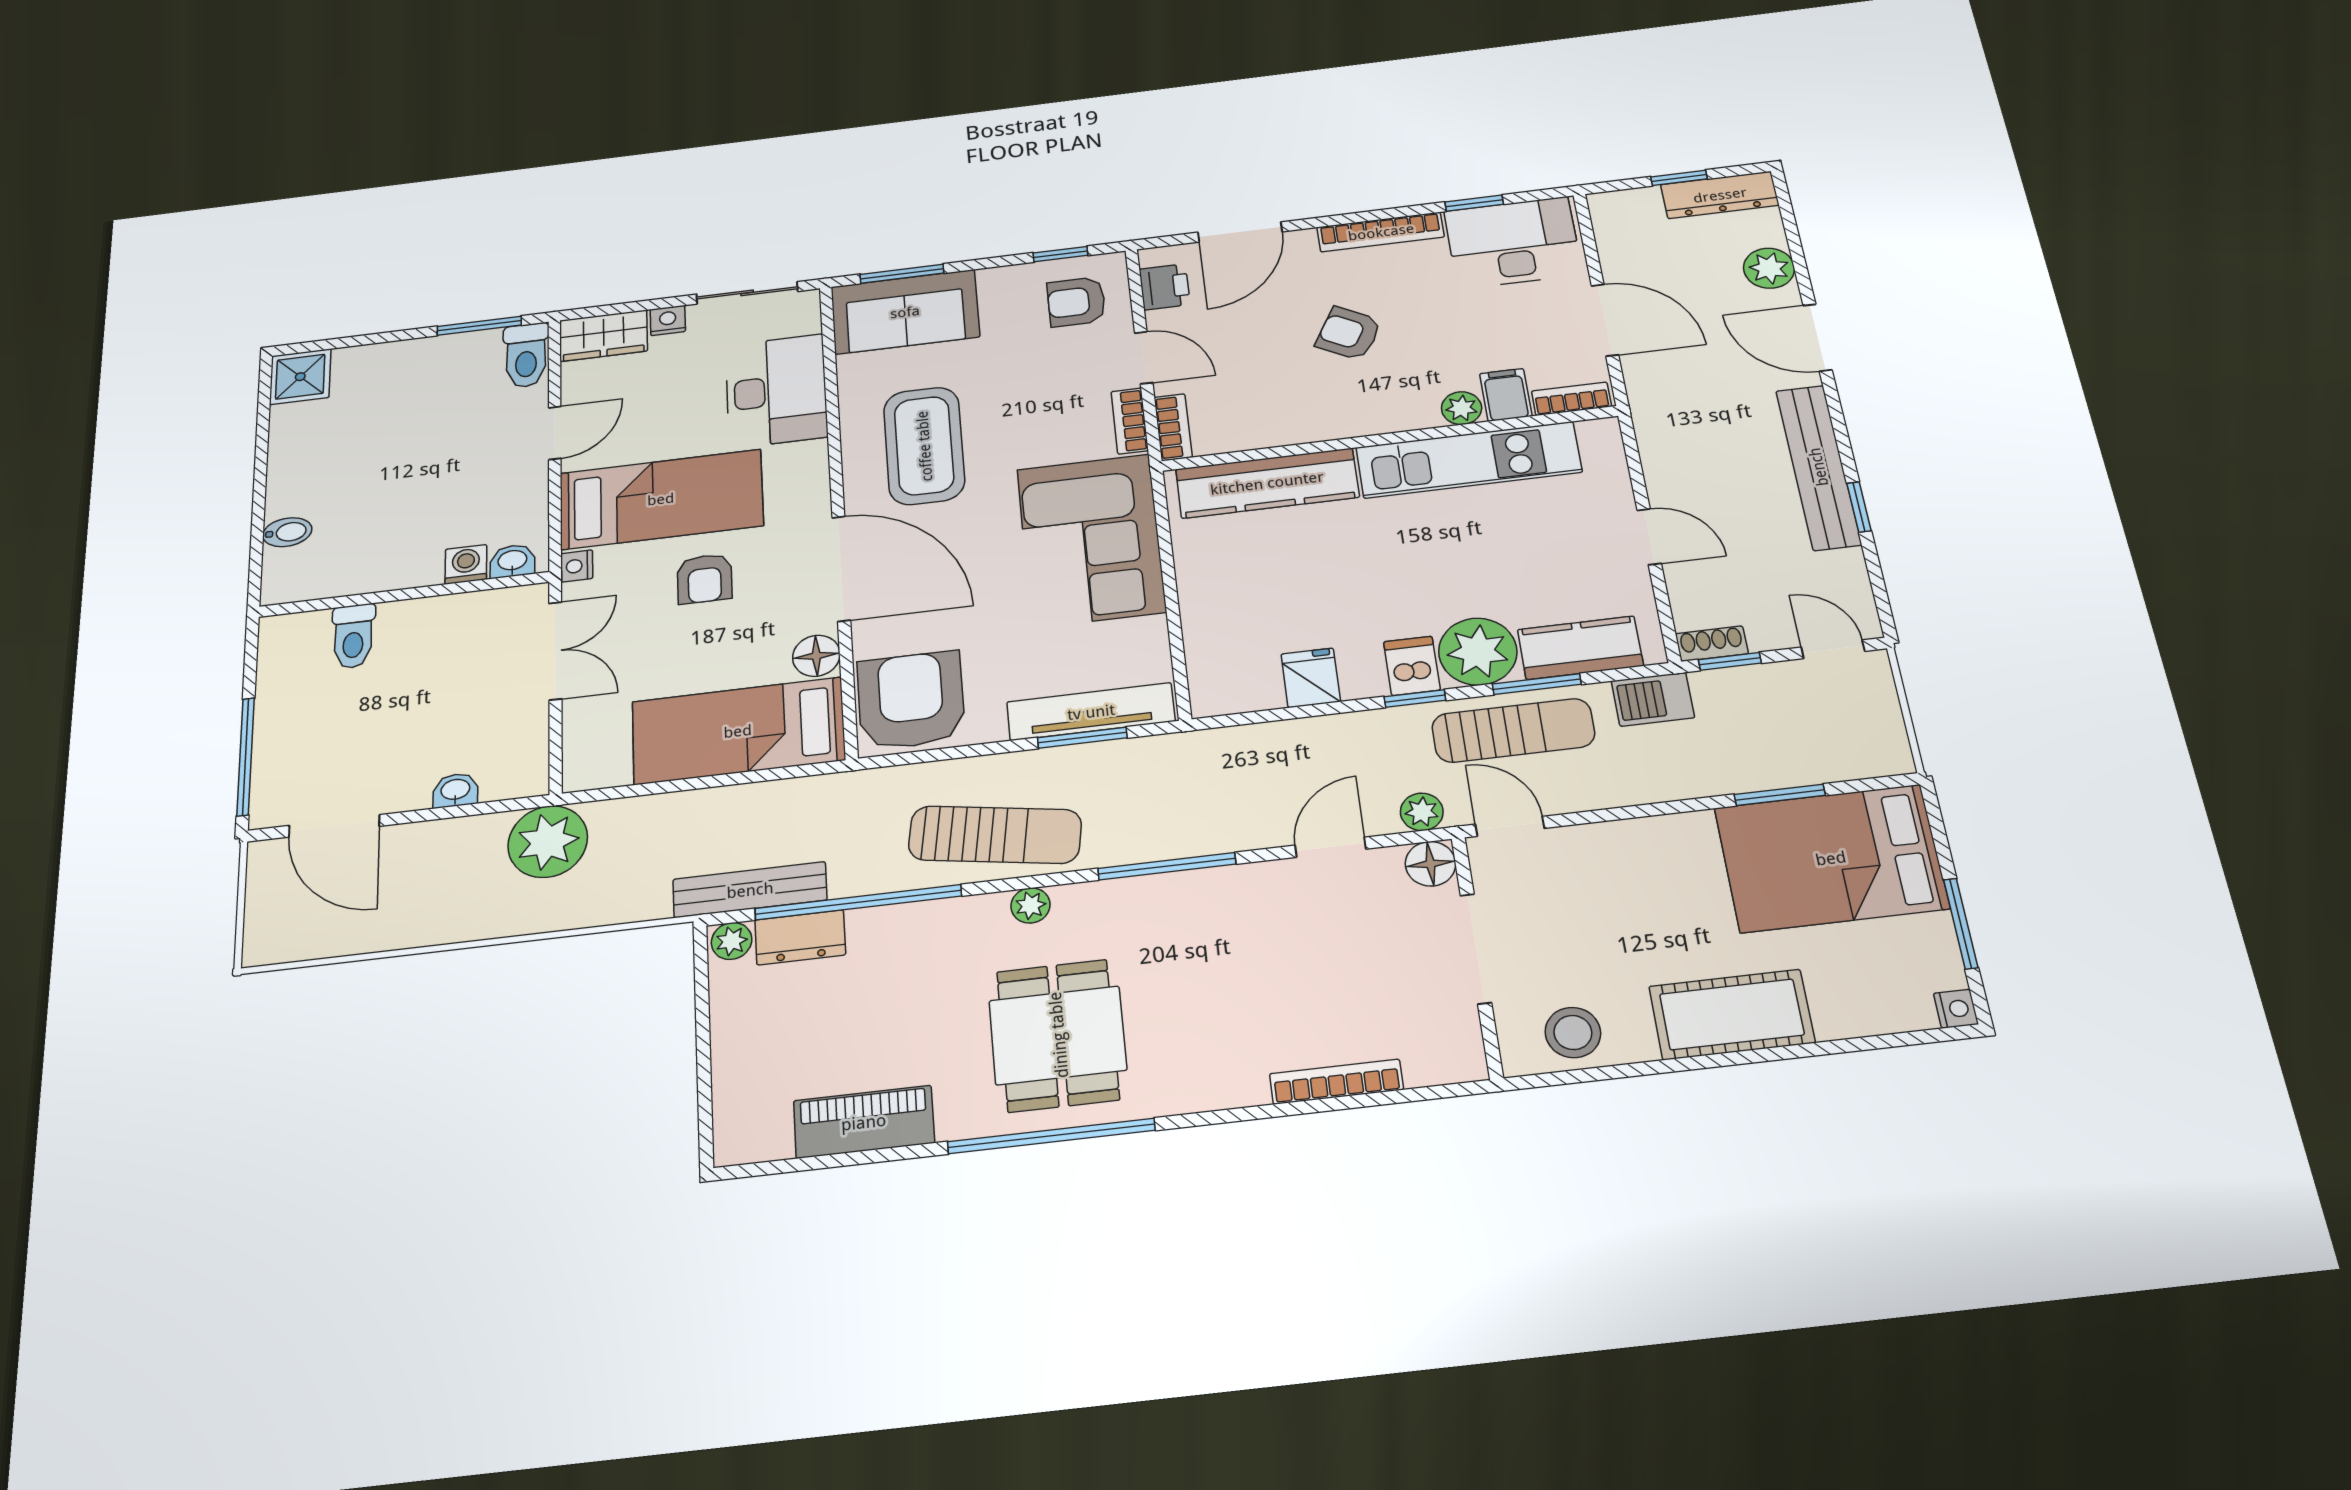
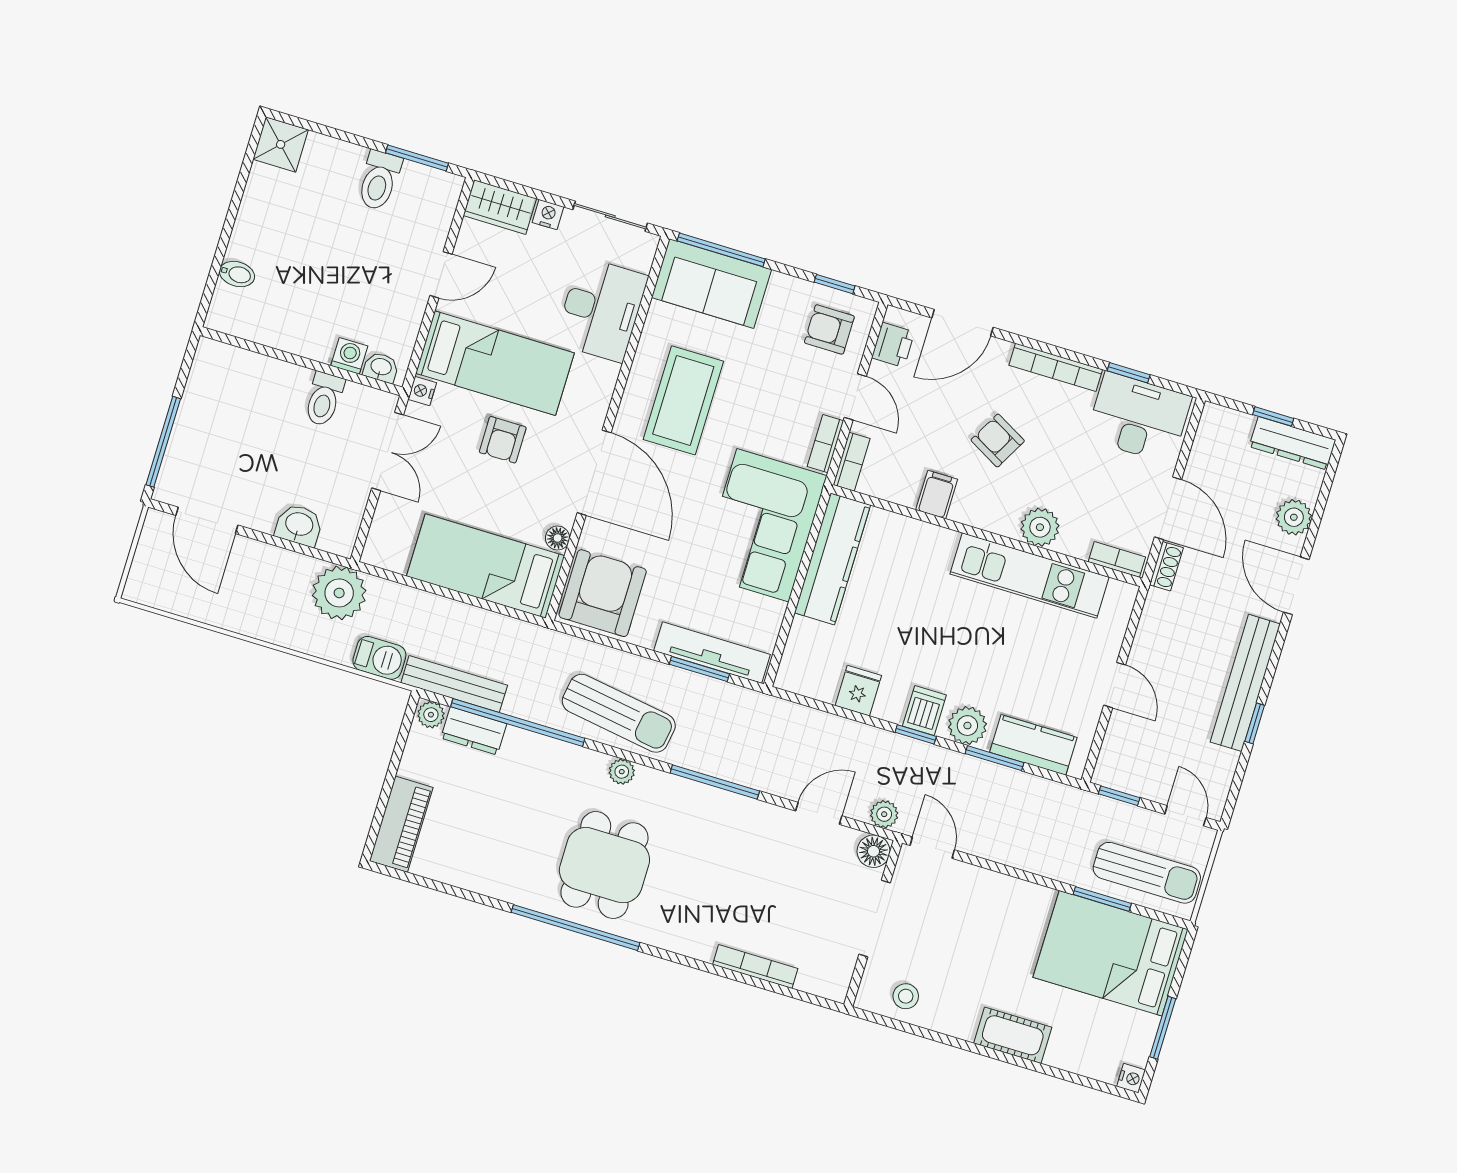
window: (902, 274) -> (721, 250), width x1.44
toilet: (526, 355) -> (379, 180), moved
filing cabinet: (1506, 395) -> (937, 494), moved
plant: (1462, 408) -> (1040, 527), width x1.38, depth x1.38
kitchen counter: (1267, 483) -> (832, 559), moved, turned -90
toilet: (353, 636) -> (324, 399), moved
shoe rack: (1712, 644) -> (1166, 566), moved, turned 90
plant: (1478, 652) -> (967, 726), width x0.73, depth x0.73
floor lamp: (816, 656) -> (558, 538), width x0.73, depth x0.73
barbecue: (1653, 699) -> (379, 658), moved, turned 180
sun lounger: (1513, 730) -> (1147, 873), moved
washbasin: (455, 790) -> (299, 525), width x1.38, depth x1.45
cot: (1732, 1014) -> (1013, 1035), width x0.73, depth x0.75
stool: (1573, 1033) -> (906, 996), width x0.73, depth x0.73
piano: (864, 1122) -> (401, 824), moved, turned 90

